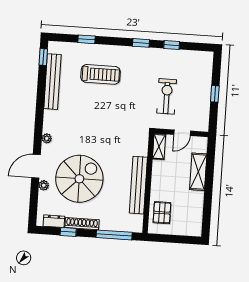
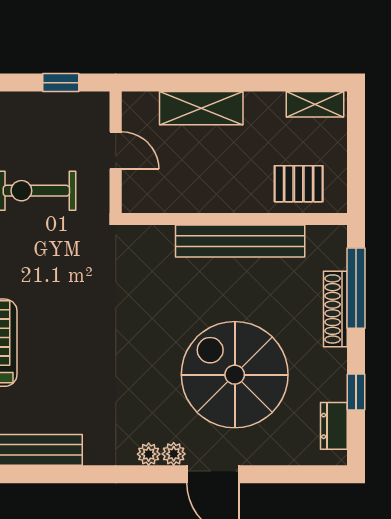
window: (215, 94) -> (61, 83), moved
shelving: (159, 147) -> (315, 104), moved
plant: (44, 185) -> (174, 454), moved
shoe rack: (82, 224) -> (335, 309), moved

